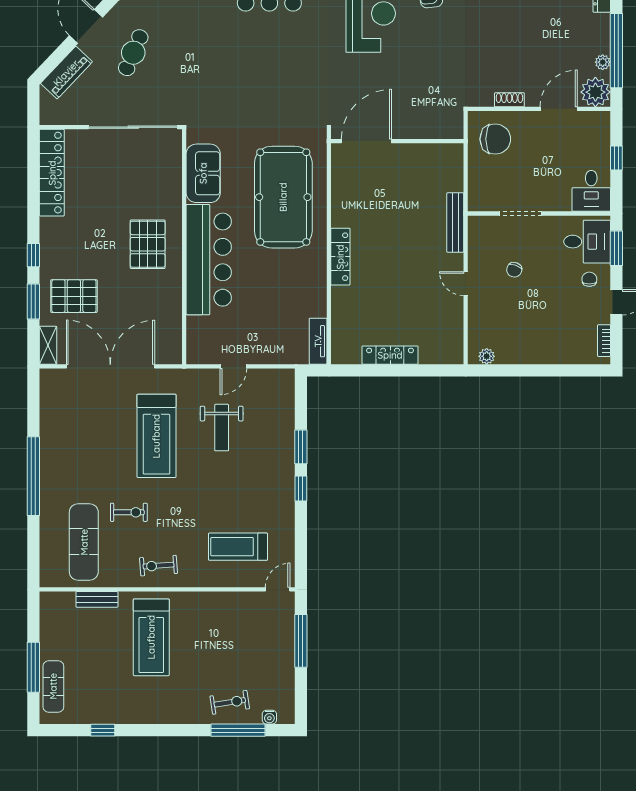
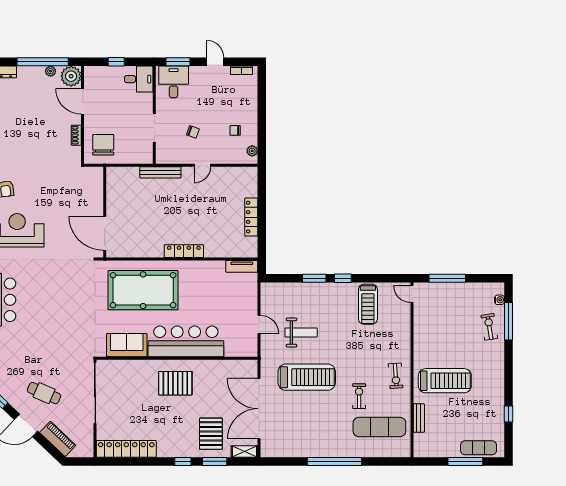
chair: (589, 279) -> (235, 130), moved
treadmill: (238, 547) -> (368, 304), moved

